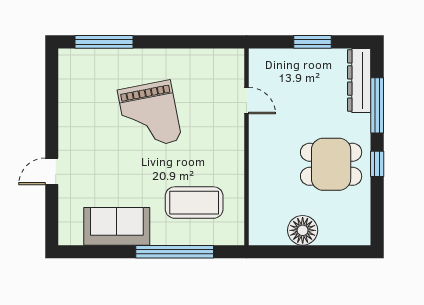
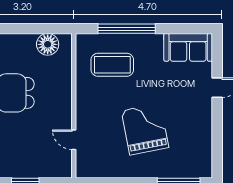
sofa: (117, 226) -> (188, 47), moved
floor lamp: (303, 230) -> (48, 44), moved

